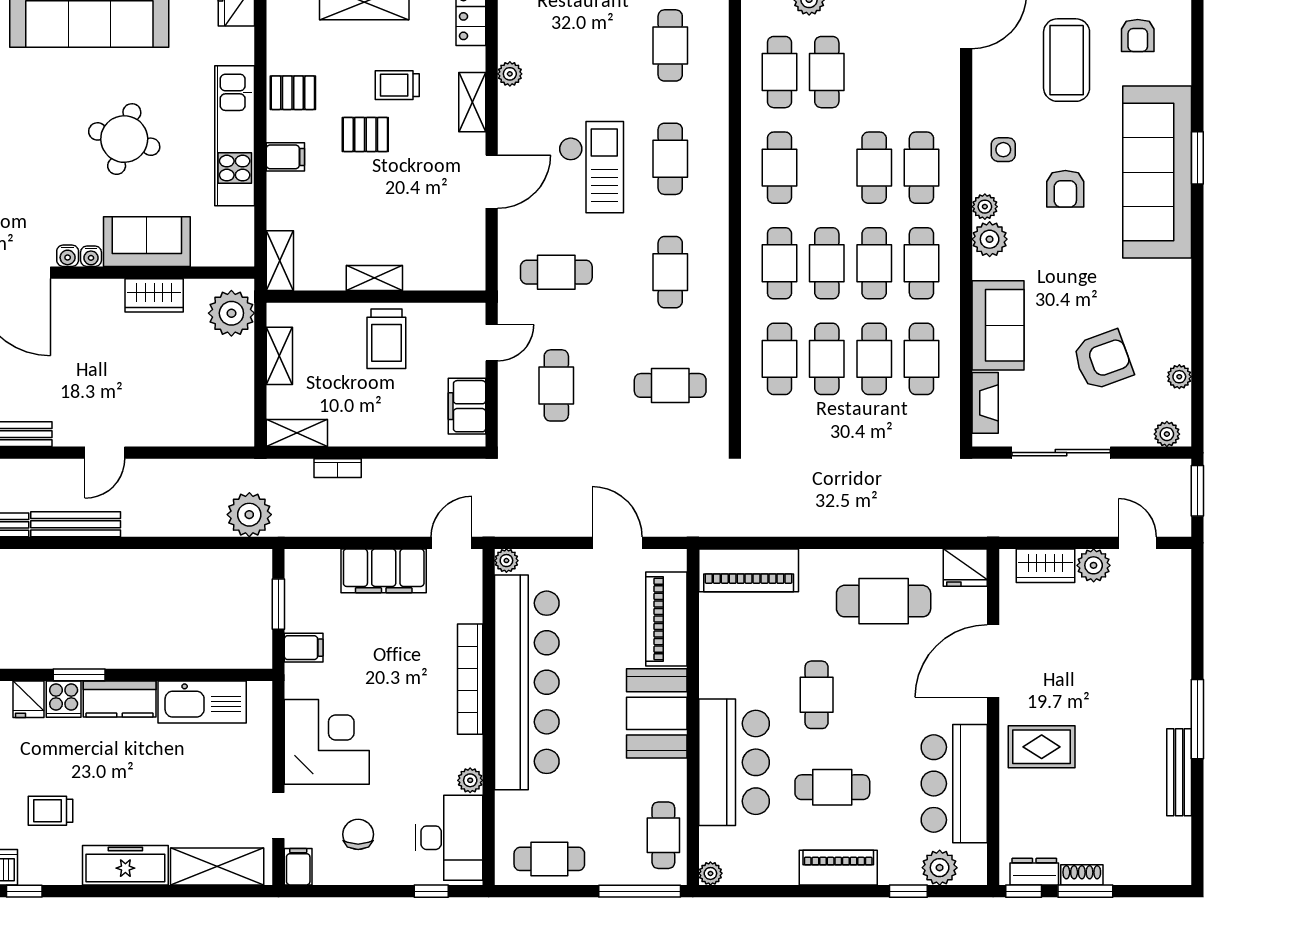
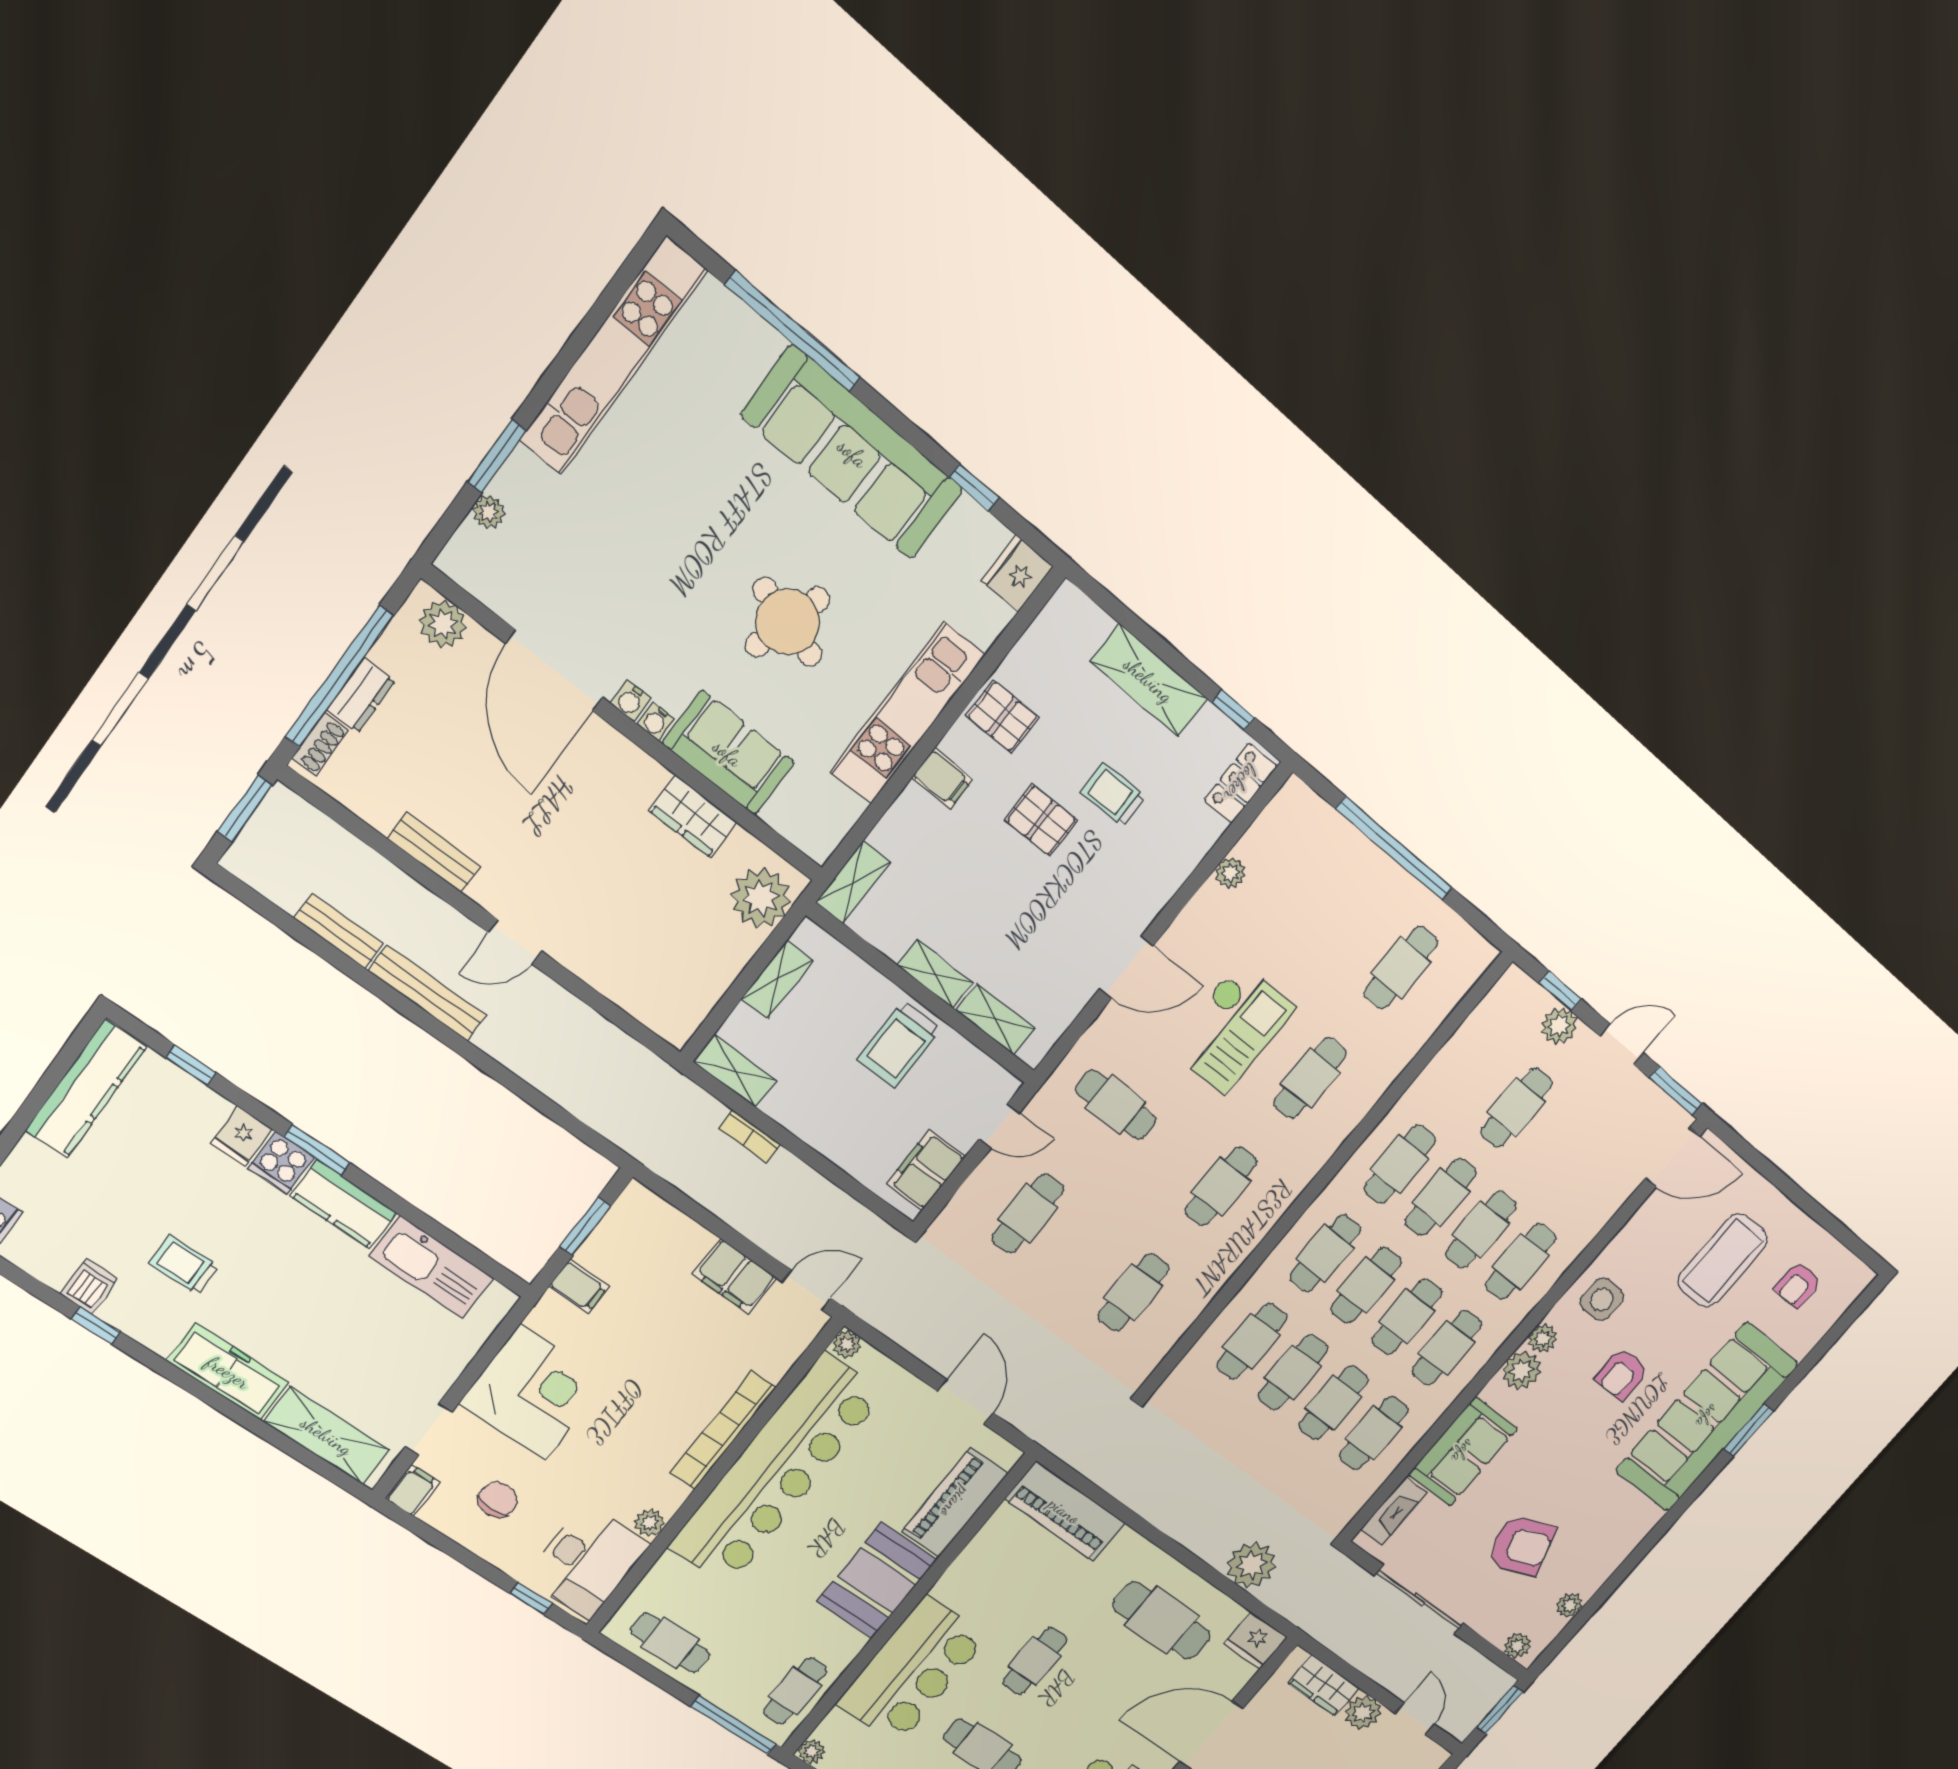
cafe table: (779, 72) -> (1441, 1197), moved
shelving: (472, 102) -> (995, 1019), moved, turned 90
side table: (1003, 150) -> (1602, 1299), width x1.37, depth x1.37
cafe table: (670, 385) -> (1133, 1292), turned 90
plant: (249, 515) -> (1252, 1565), moved
filing cabinet: (384, 571) -> (735, 1276), width x0.67, depth x0.86

